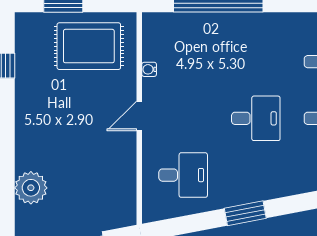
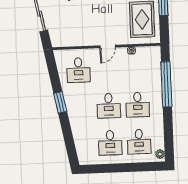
desk: (256, 62) -> (138, 105), added
door: (139, 116) -> (108, 46), swing flipped

